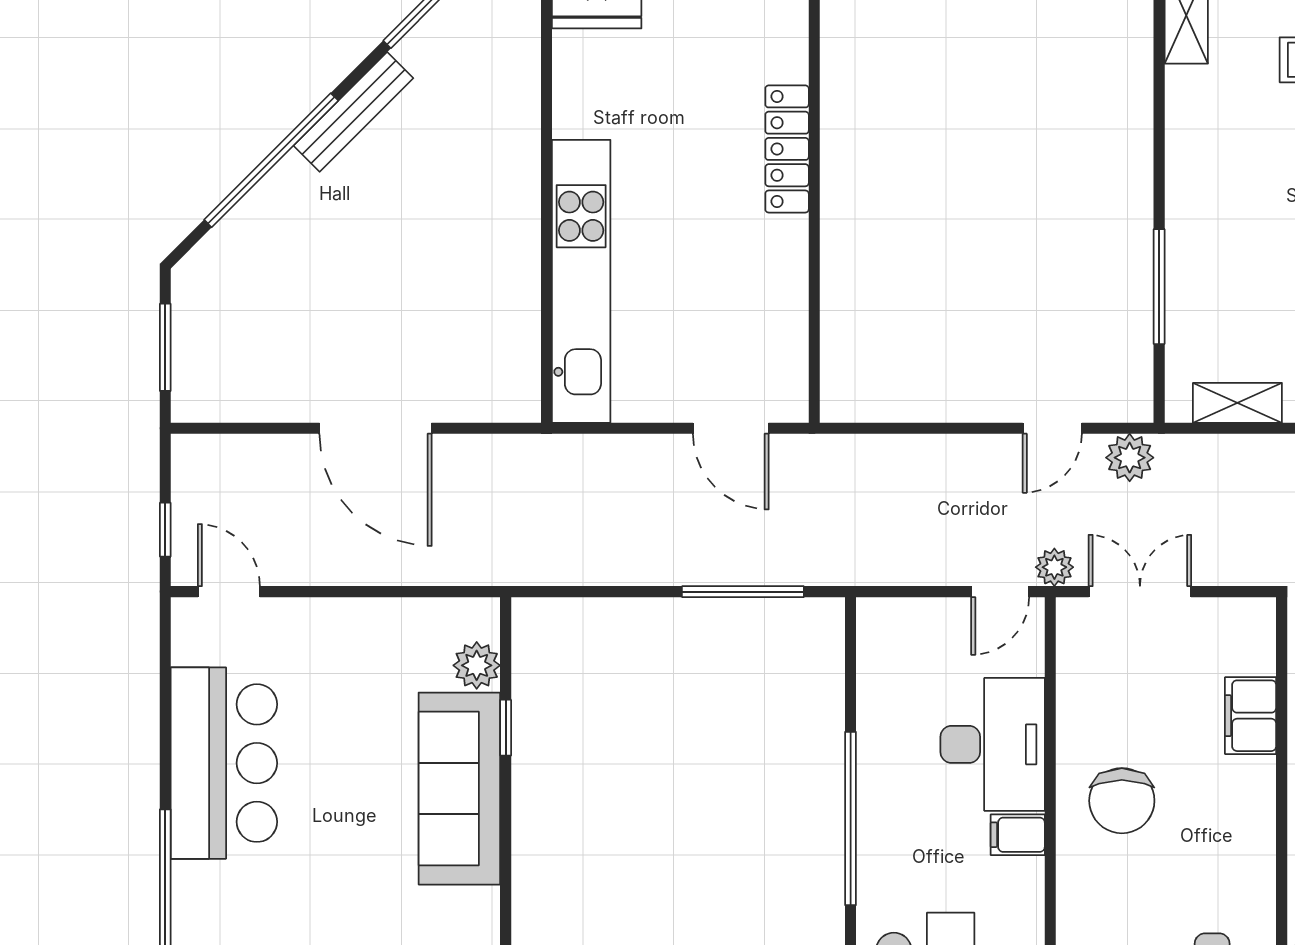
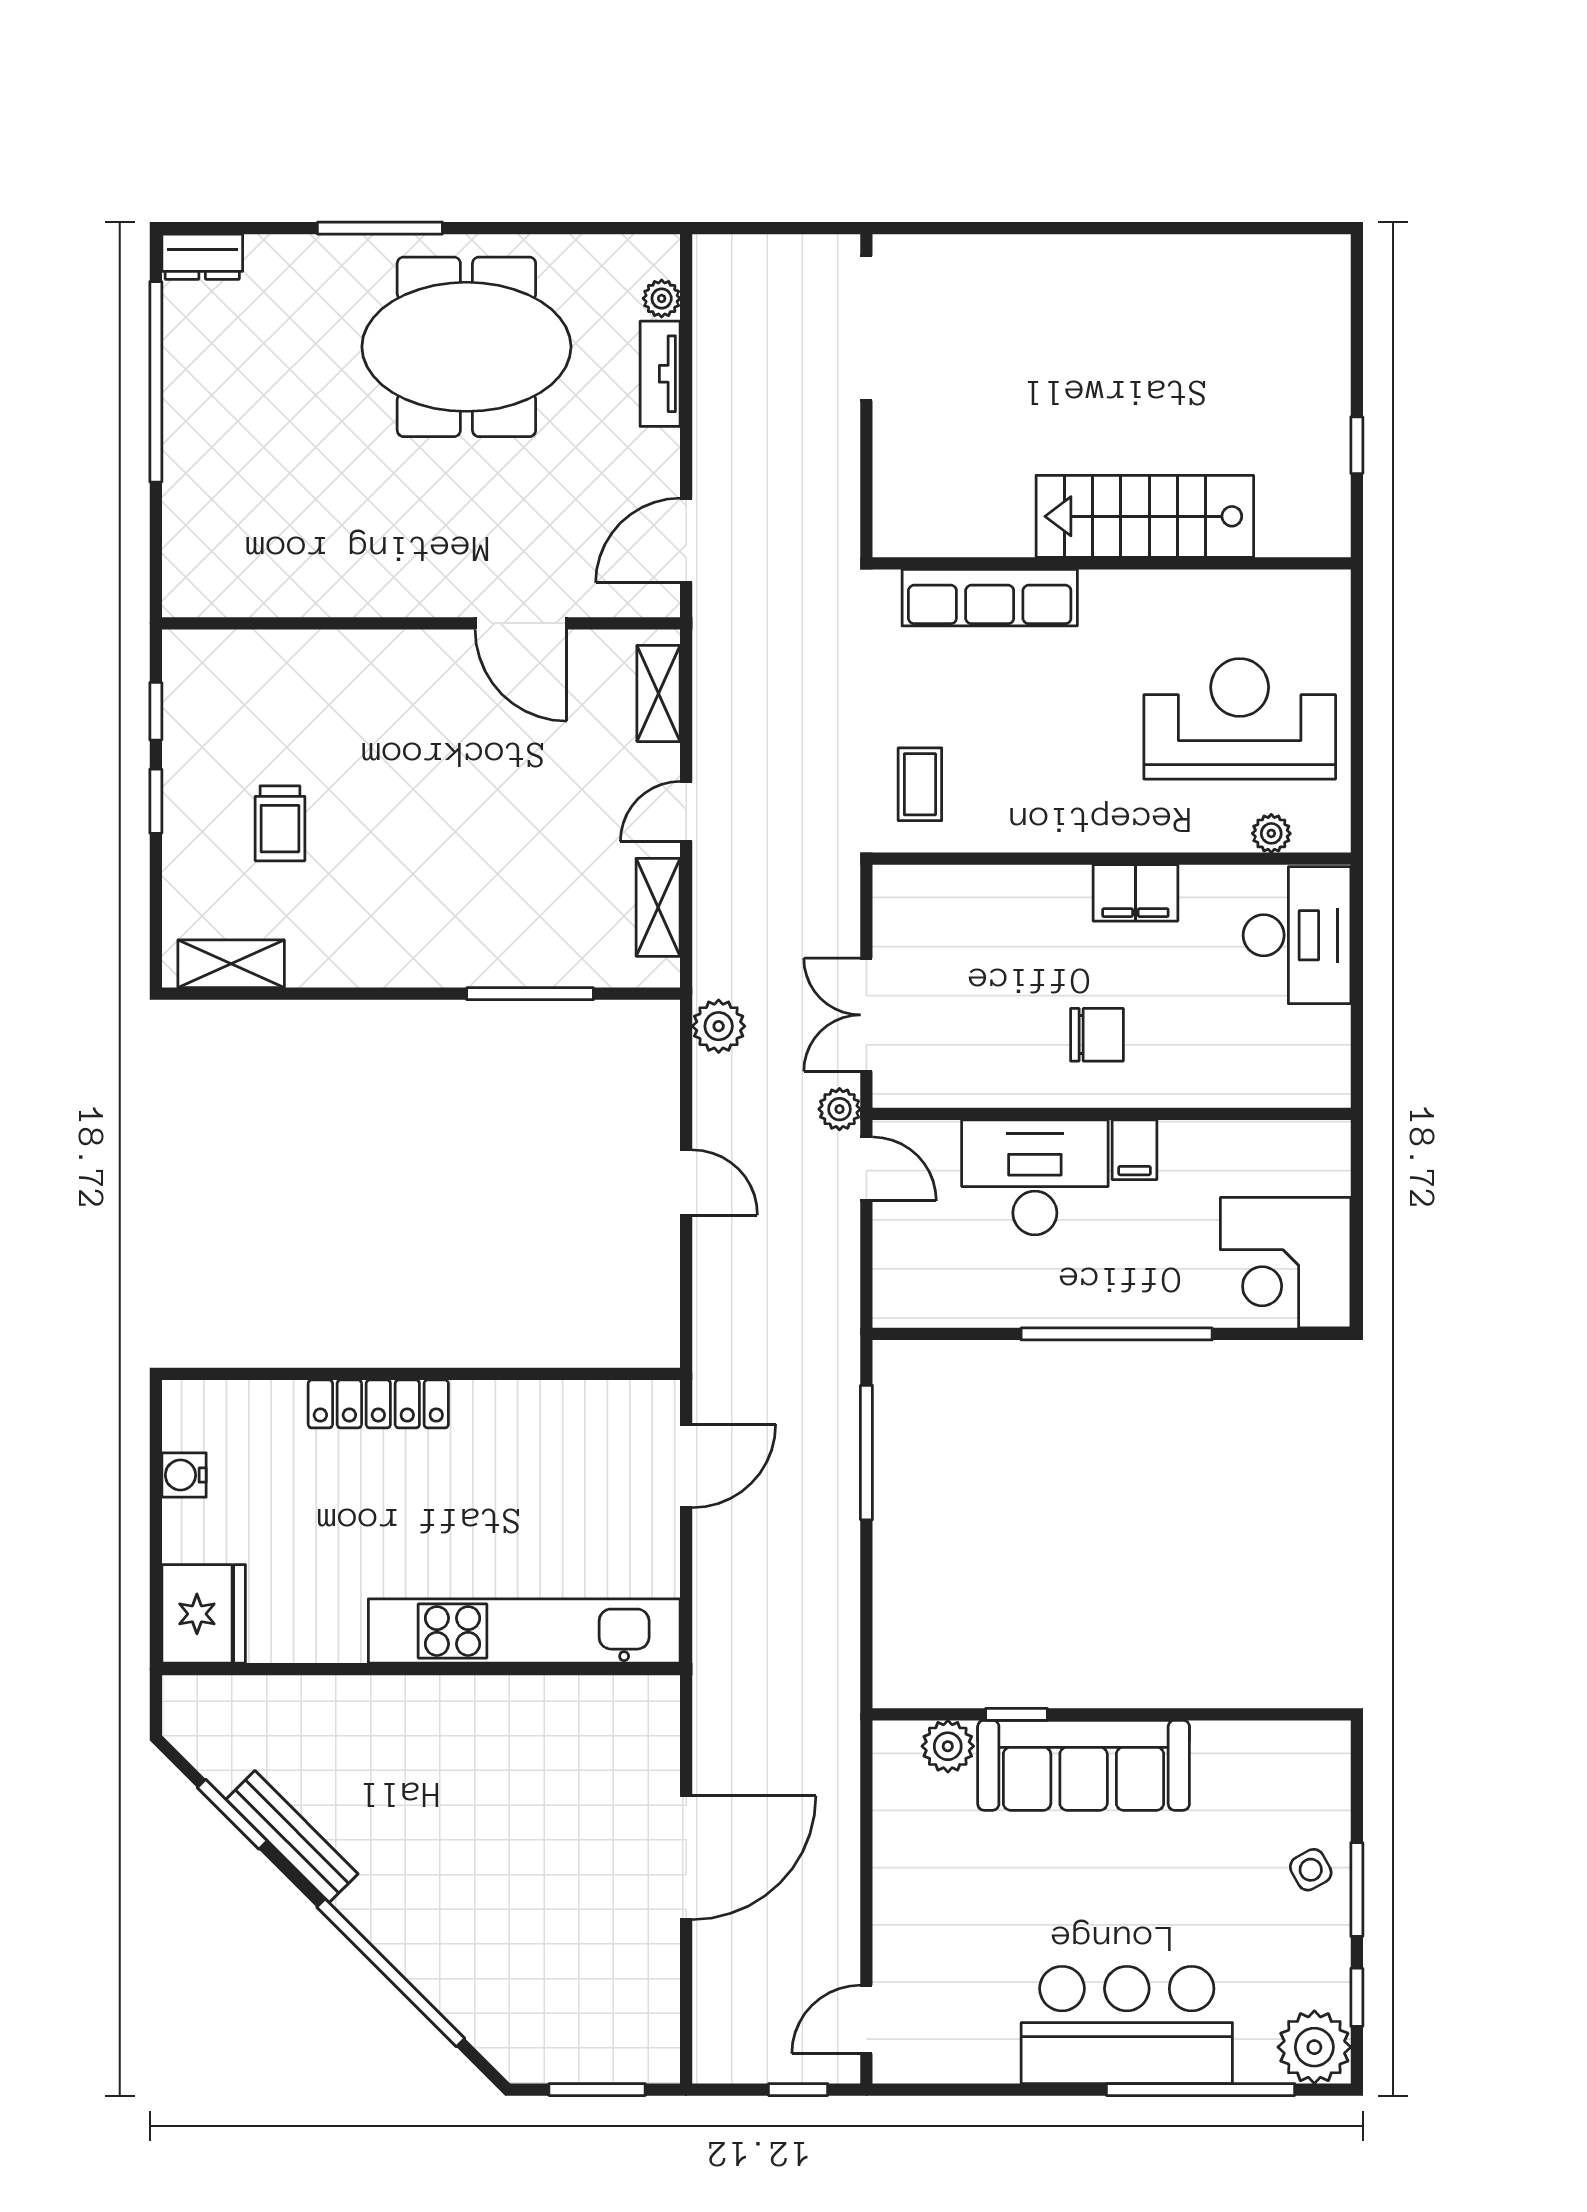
bench: (353, 112) -> (292, 1837), moved
door: (1052, 428) -> (686, 1182), moved
filing cabinet: (1251, 716) -> (1135, 893), moved
bar counter: (224, 763) -> (1127, 2025), moved
chair: (1122, 801) -> (1097, 1035), width x0.73, depth x0.73

